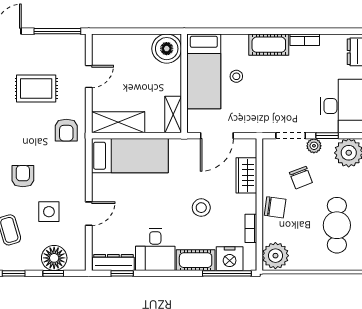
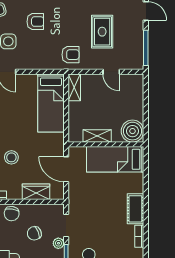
stool: (236, 76) -> (111, 184), removed
shelving: (173, 114) -> (97, 136), moved
shelving: (118, 122) -> (74, 87), width x0.67, depth x0.75
armchair: (66, 130) -> (70, 55), turned 180

